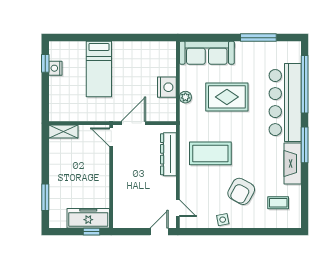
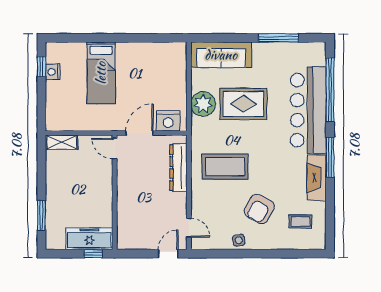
nightstand: (167, 87) -> (168, 121), moved, turned 90
plant: (185, 97) -> (203, 104), width x1.88, depth x1.88

